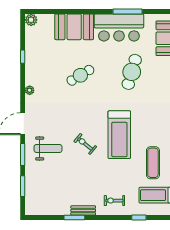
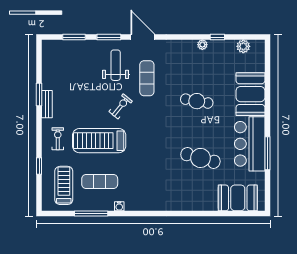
plant: (31, 20) -> (243, 46), moved
cafe table: (80, 75) -> (197, 101), turned -49
plant: (30, 90) -> (202, 45), moved
exercise mat: (60, 120) -> (147, 78), added
treadmill: (119, 135) -> (99, 141), moved
weight bench: (48, 148) -> (116, 65), turned 180

